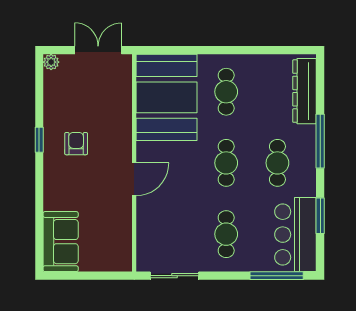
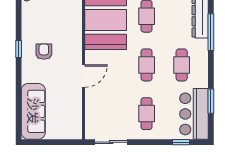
window: (320, 141) -> (211, 32), moved
sofa: (61, 242) -> (33, 111), width x1.36
window: (277, 276) -> (181, 142), width x0.46

